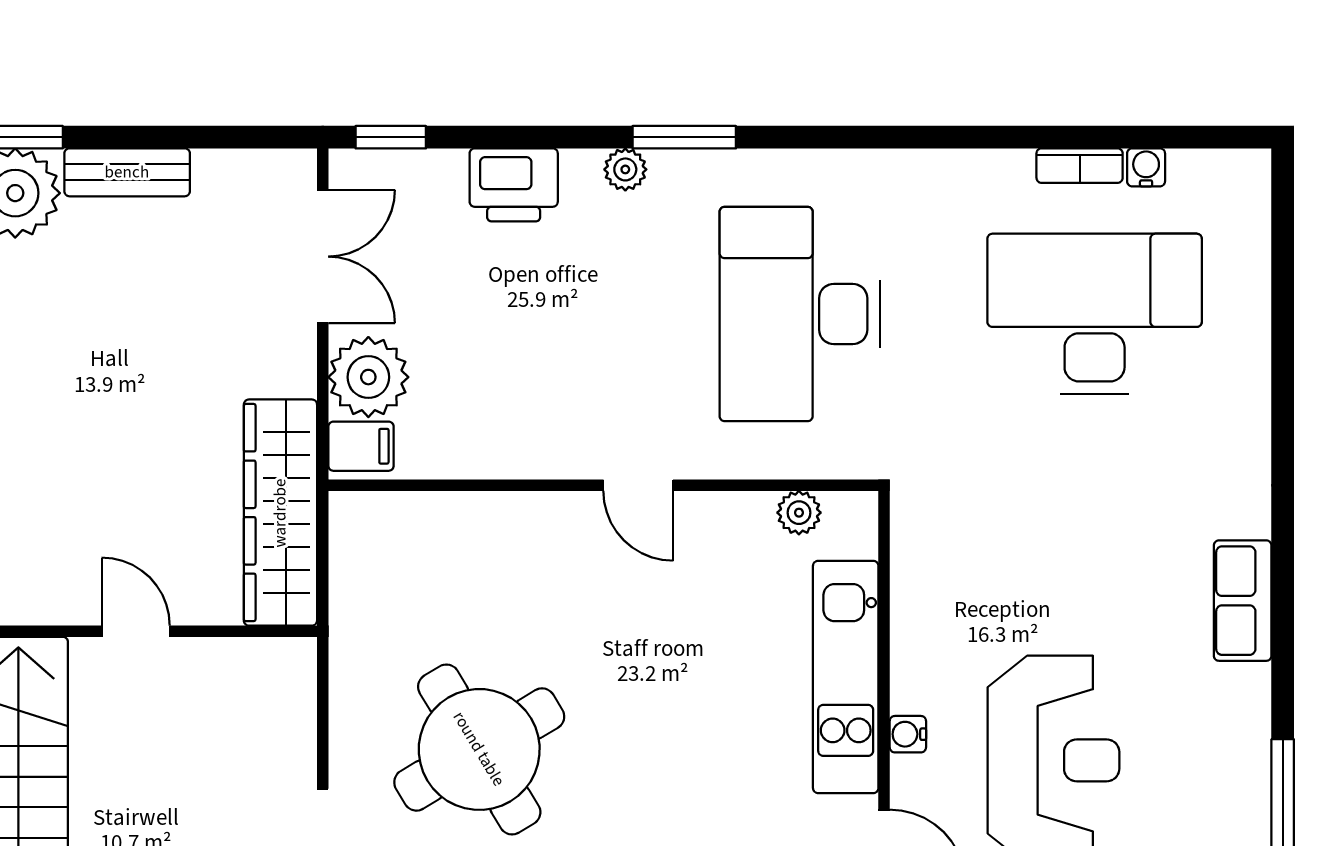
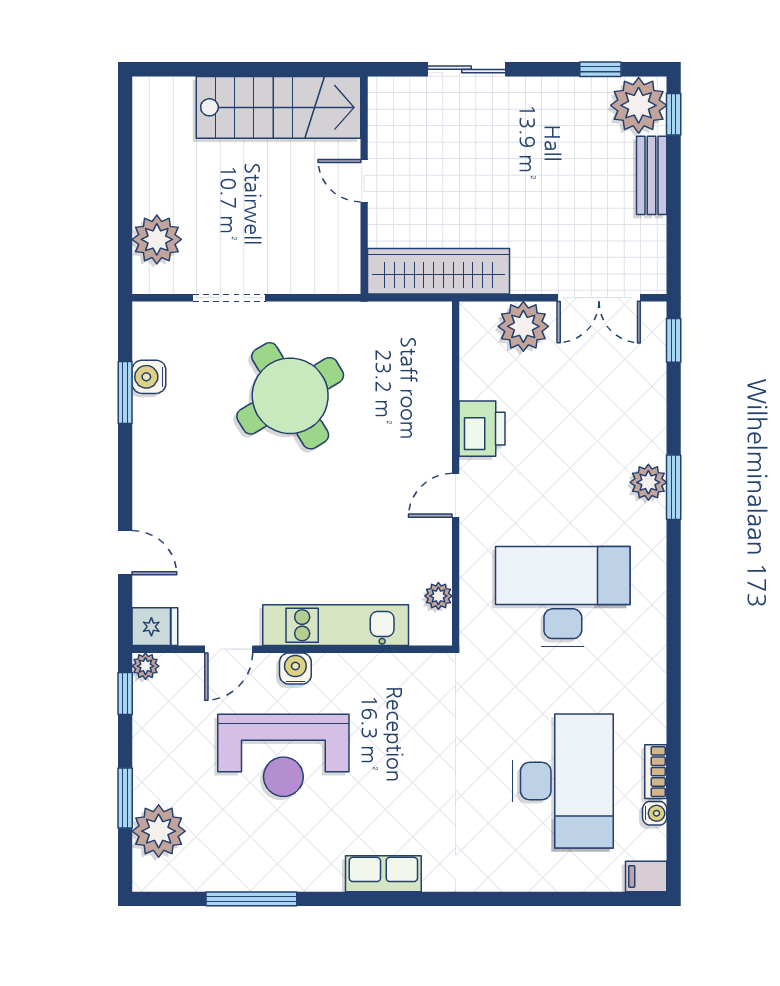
window: (684, 137) -> (674, 487), moved
plant: (625, 169) -> (648, 482), width x1.38, depth x1.38
printer: (514, 185) -> (482, 429), moved, turned 180
filing cabinet: (361, 446) -> (646, 876), moved, turned 90
door: (136, 631) -> (364, 181), swing flipped
water cooler: (908, 734) -> (295, 668), width x1.38, depth x1.38

